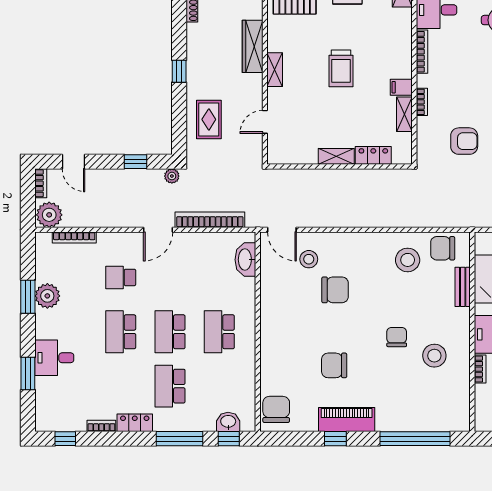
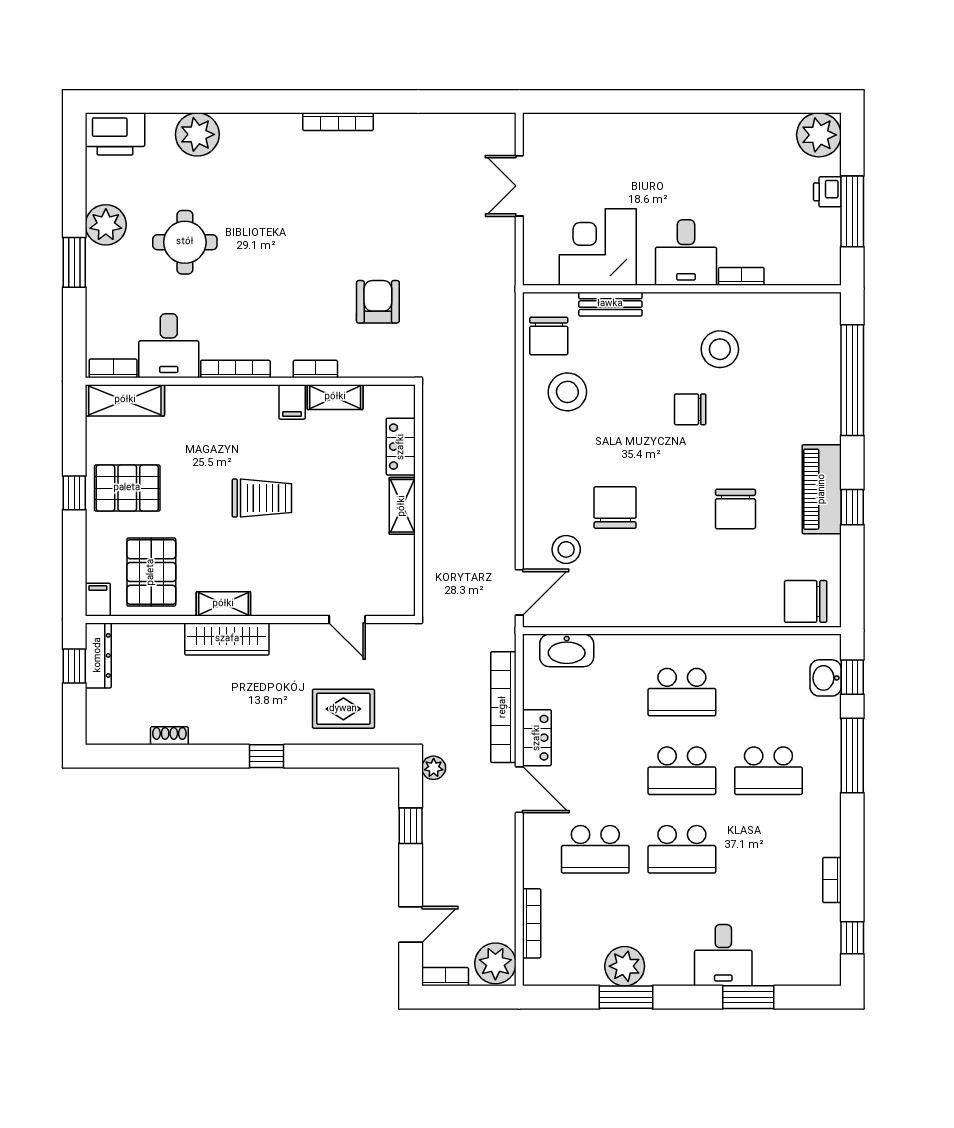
shelving: (275, 70) -> (223, 604), moved
school desk: (121, 277) -> (595, 849), width x1.85
locker: (135, 423) -> (537, 738), moved, turned 180

